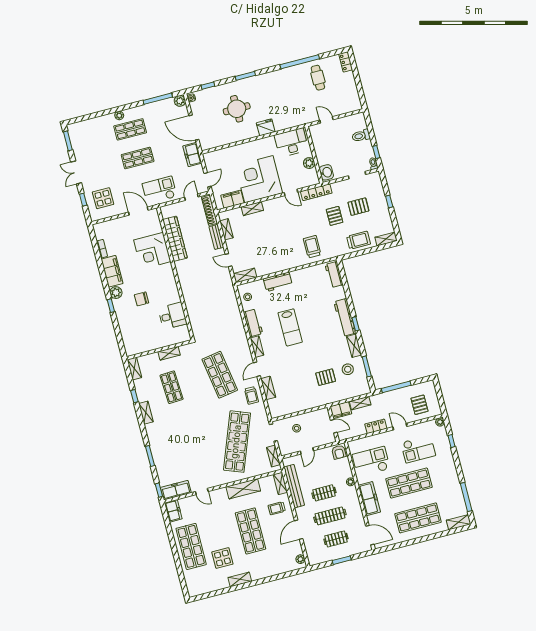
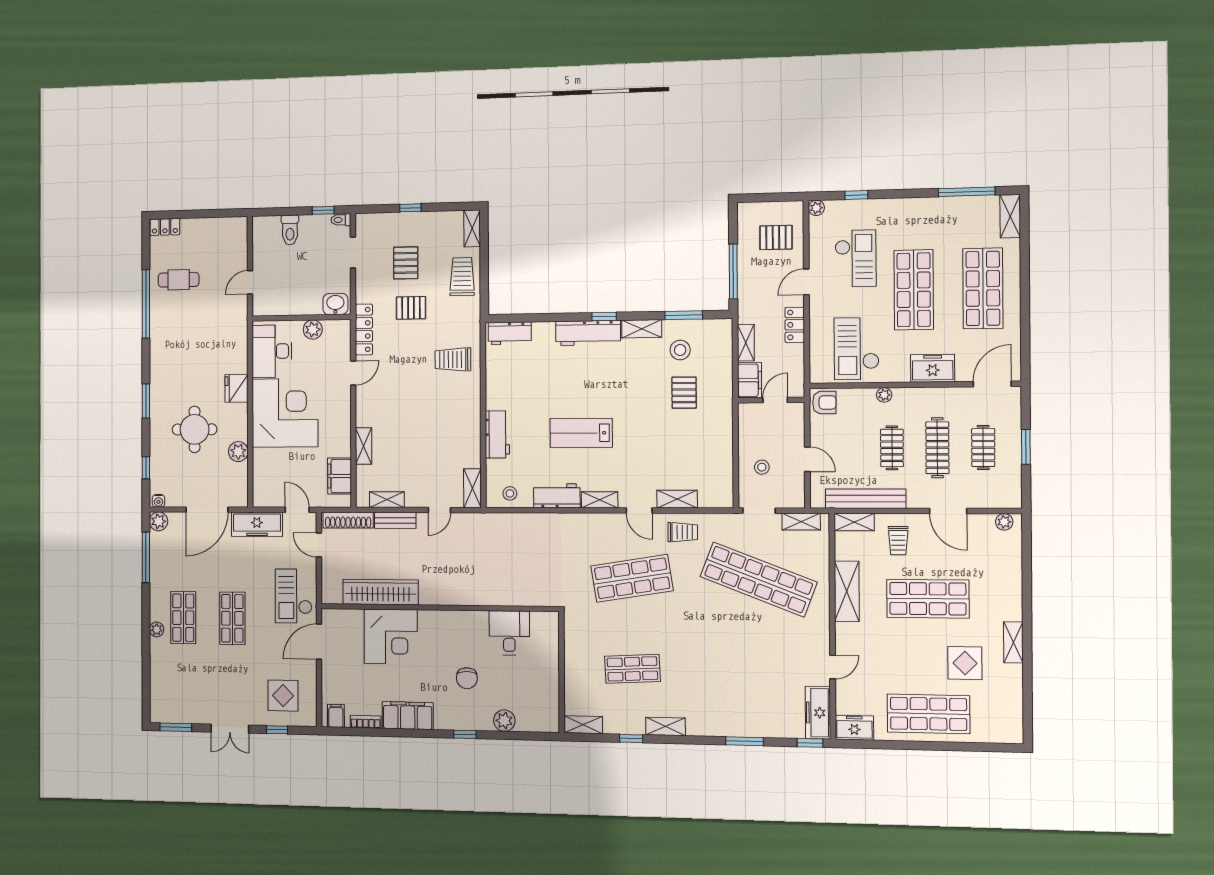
plant: (231, 137) -> (238, 452), added
freezer: (192, 155) -> (257, 524), width x1.40
corner desk: (259, 179) -> (285, 413), moved, turned 180
filing cabinet: (100, 231) -> (336, 716), added
plant: (116, 293) -> (504, 721), moved
lab bench: (290, 327) -> (581, 433), turned 180
shelving: (169, 353) -> (572, 657), removed
freezer: (369, 499) -> (933, 368), width x0.71

